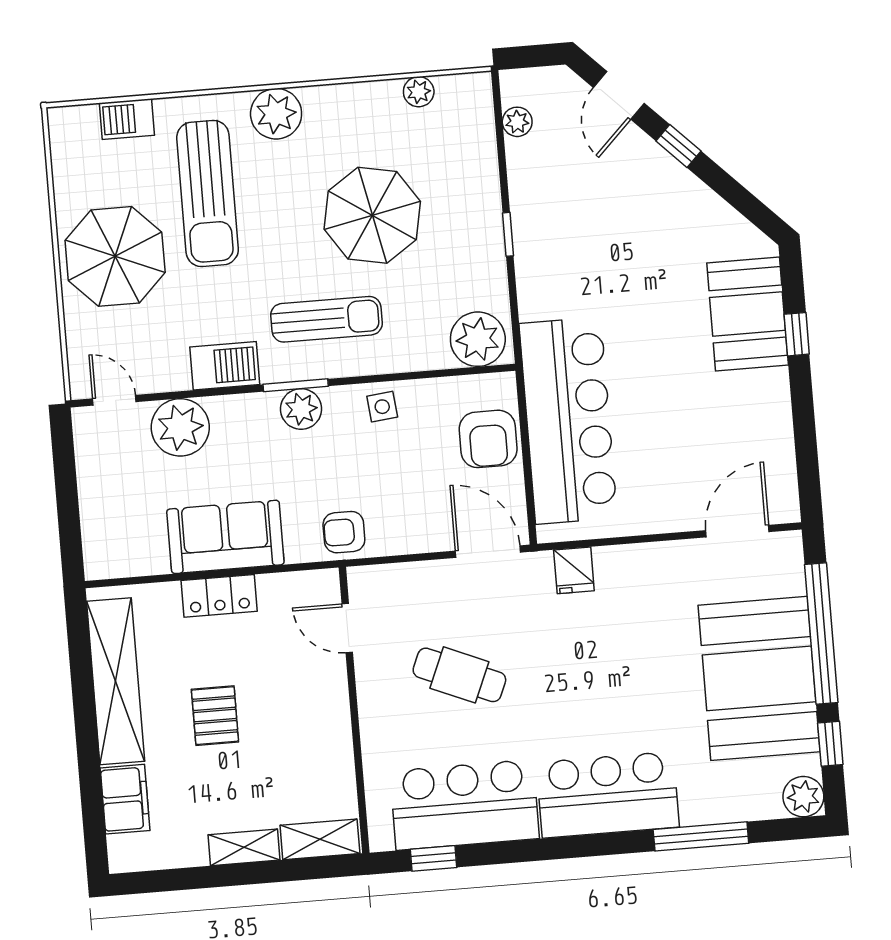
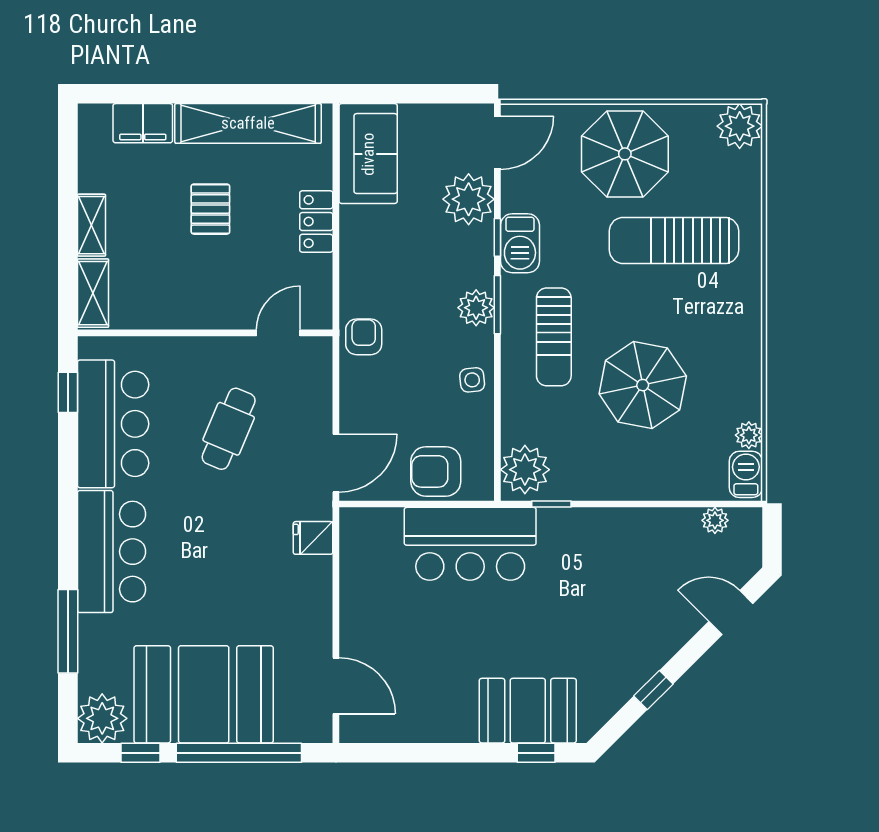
plant: (276, 114) -> (740, 126), moved
barbecue: (127, 119) -> (746, 474), moved
window: (678, 146) -> (653, 690), moved
window: (508, 234) -> (551, 504), moved
window: (797, 334) -> (536, 753), moved
window: (220, 391) -> (497, 237), added
door: (114, 400) -> (497, 143), width x1.38
bar counter: (568, 421) -> (470, 544), width x0.73
sofa: (225, 537) -> (368, 154), moved
pallet: (215, 716) -> (210, 209), turned 90
plant: (803, 797) -> (102, 718), width x1.36, depth x1.36

